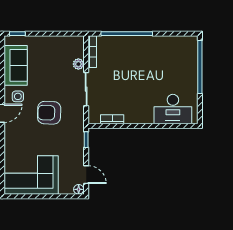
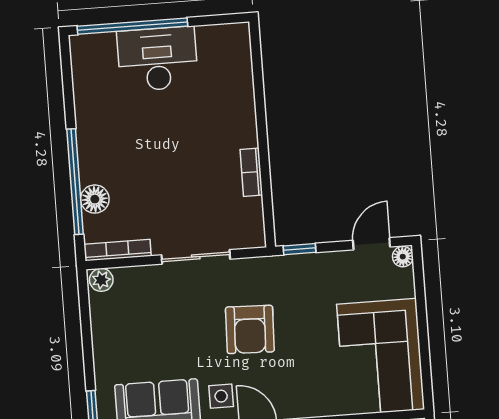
floor lamp: (118, 43) -> (95, 199), added
plant: (78, 64) -> (101, 280), moved
desk: (173, 109) -> (157, 59), moved, turned -90
bookcase: (112, 119) -> (251, 172), moved

